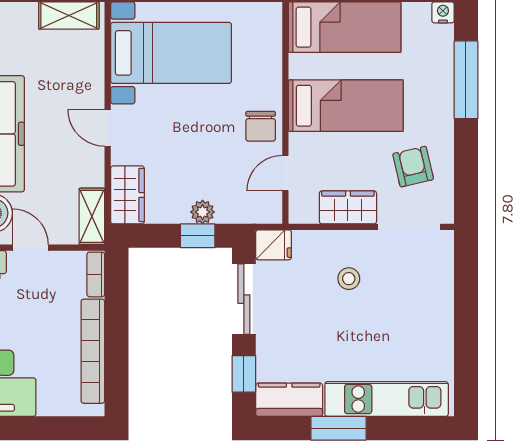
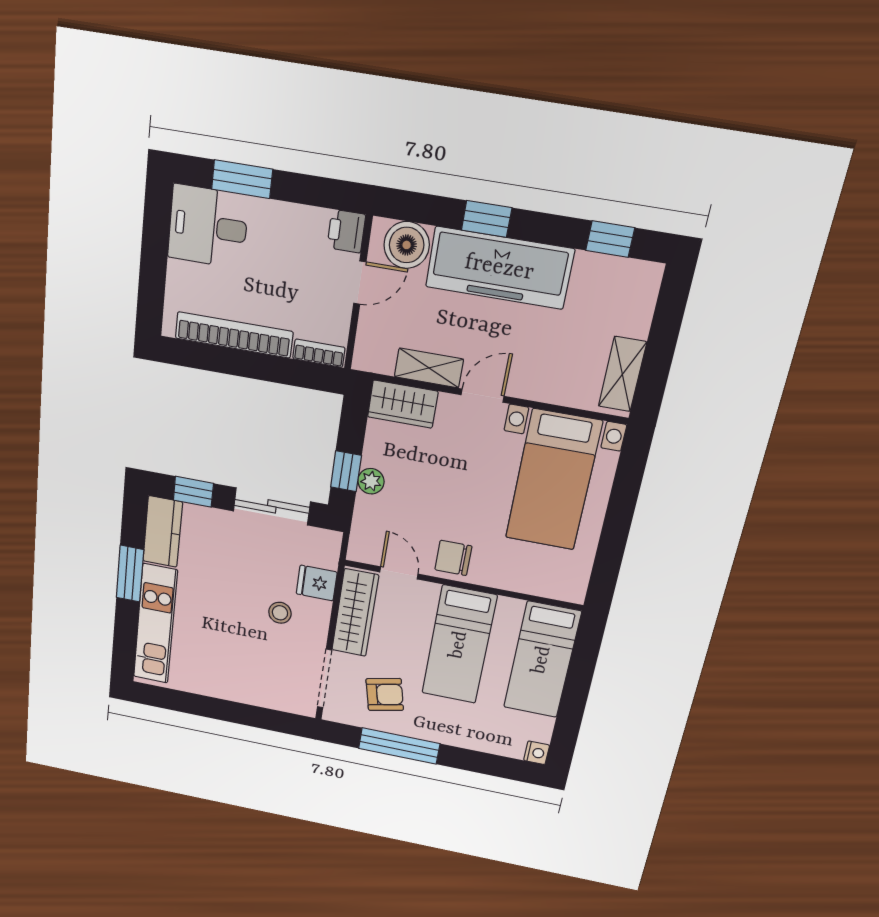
window: (466, 80) -> (399, 746), moved
wardrobe: (348, 207) -> (355, 613), width x1.50
shelving: (92, 216) -> (429, 368), moved
fridge: (274, 245) -> (317, 583), moved, turned 90

